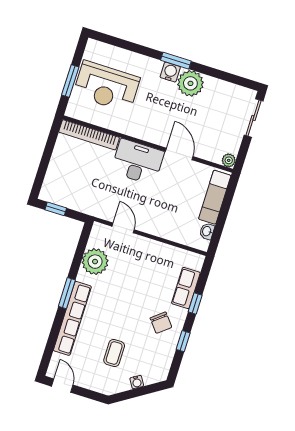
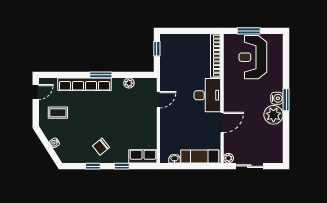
sliding door: (254, 118) -> (249, 166), moved
plant: (95, 262) -> (129, 83), width x0.53, depth x0.53
row of seats: (186, 288) -> (143, 156), moved
coffee table: (114, 353) -> (58, 113), moved

